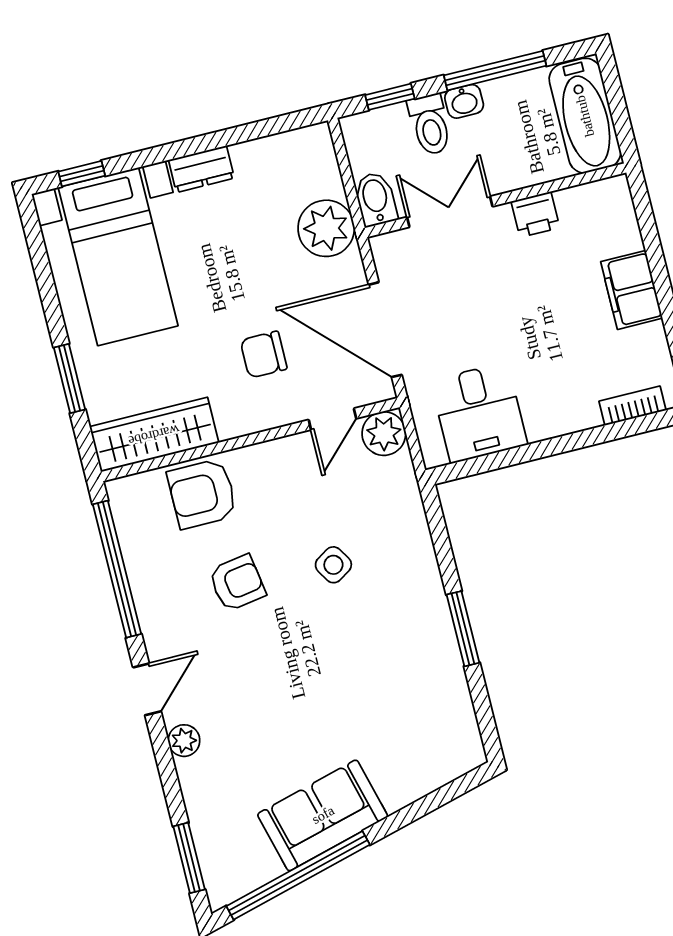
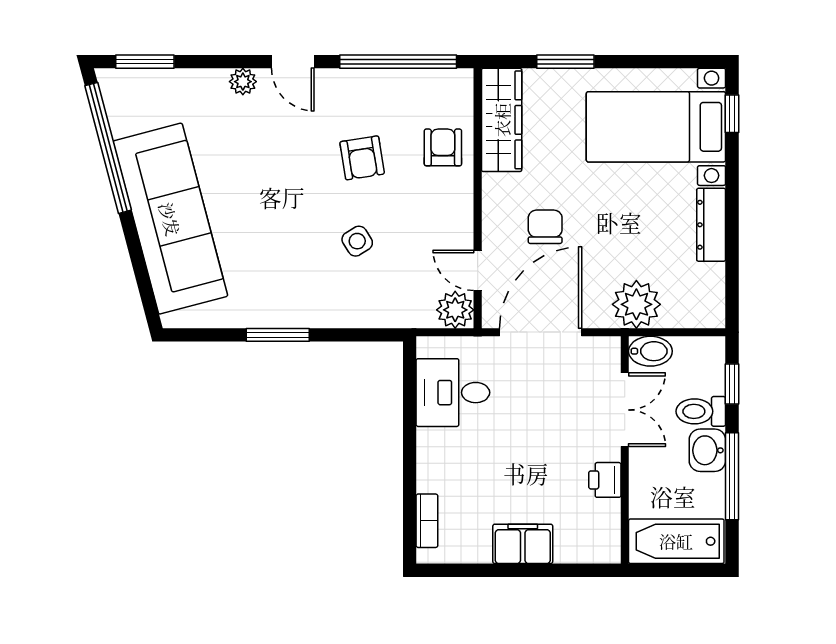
washbasin: (464, 101) -> (707, 450), width x1.38, depth x1.45
dresser: (201, 169) -> (711, 225), width x1.44
armchair: (202, 494) -> (443, 147), width x0.72, depth x0.72
sofa: (323, 815) -> (170, 219), width x1.85, depth x1.27

